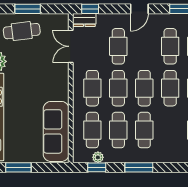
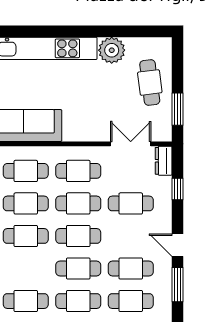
window: (28, 9) -> (178, 109), moved
window: (90, 9) -> (178, 189), moved
door: (139, 9) -> (178, 245), moved

